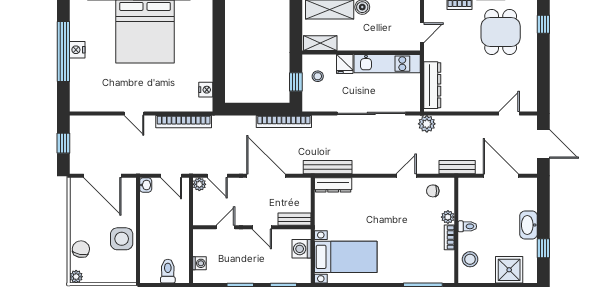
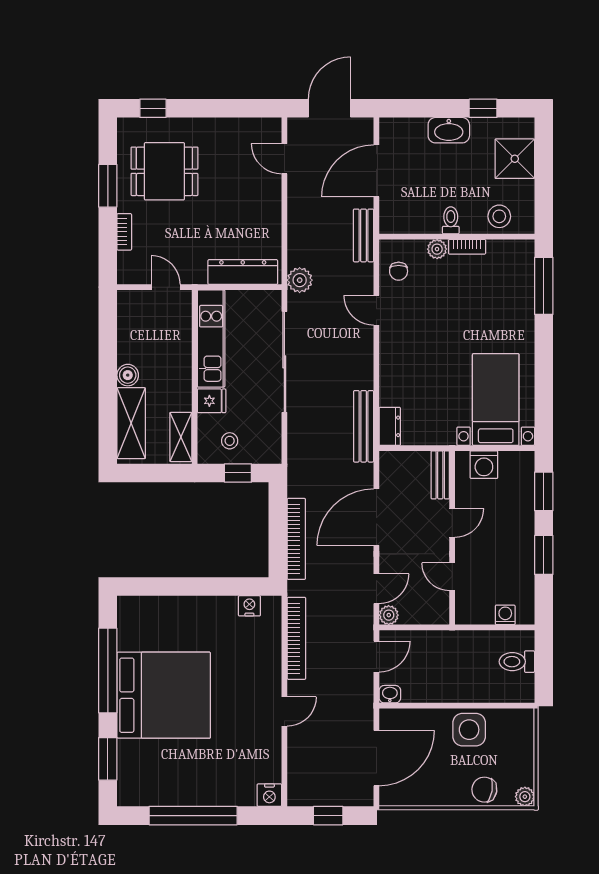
nightstand: (77, 50) -> (269, 795), moved
bookcase: (284, 121) -> (296, 539), moved
dresser: (333, 185) -> (390, 426), width x0.70

